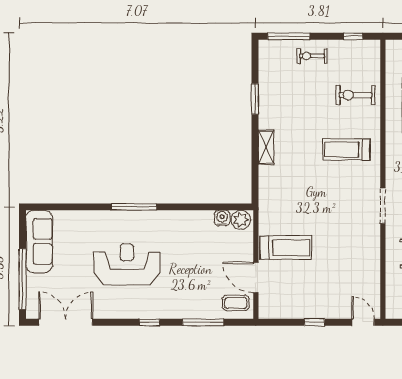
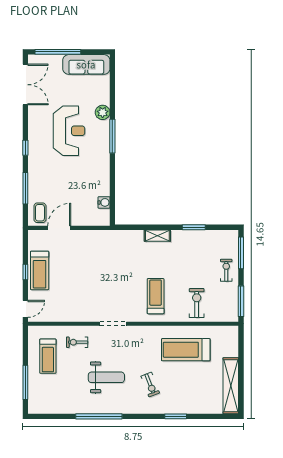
window: (353, 36) -> (241, 301), width x2.17
plant: (241, 220) -> (103, 112), moved
treadmill: (286, 248) -> (40, 270), moved

